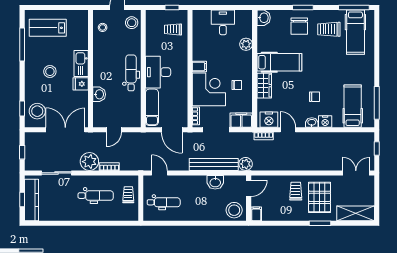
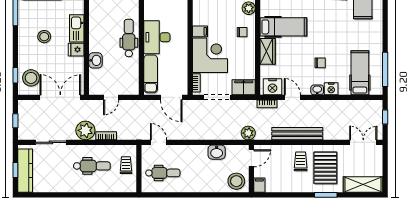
chair: (237, 85) -> (242, 32), moved
bench: (214, 165) -> (297, 134), moved

